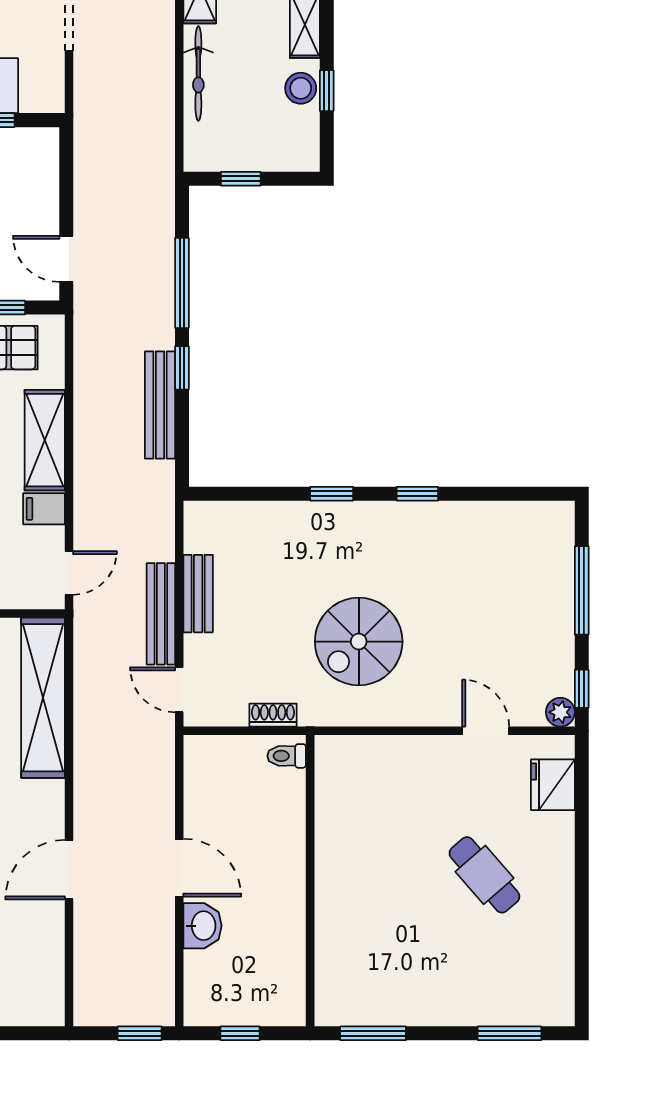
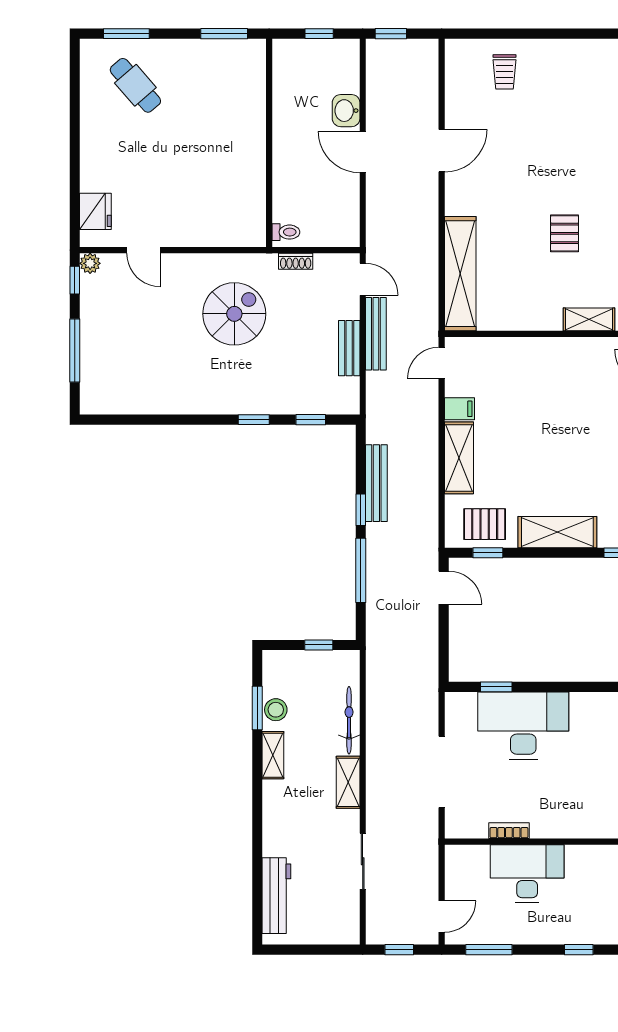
window: (327, 91) -> (257, 708), width x1.50
window: (417, 494) -> (311, 420), moved
cafe table: (484, 875) -> (135, 85), moved

